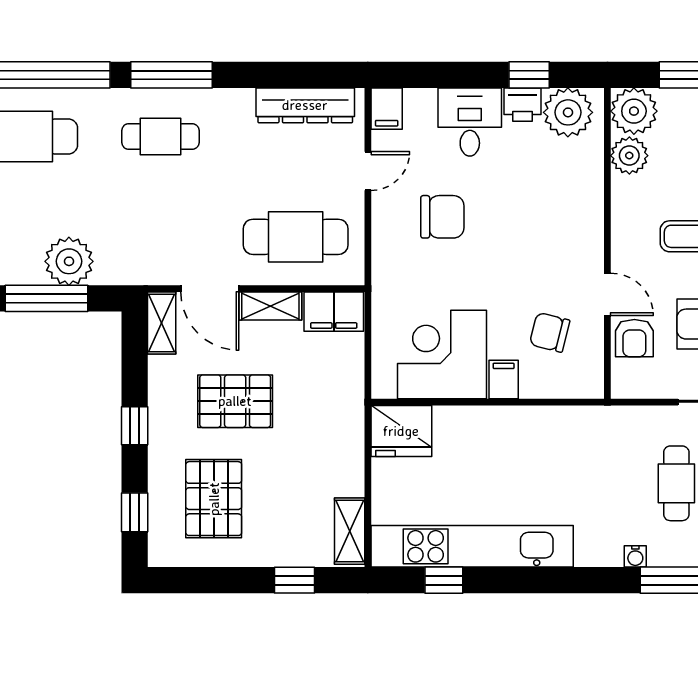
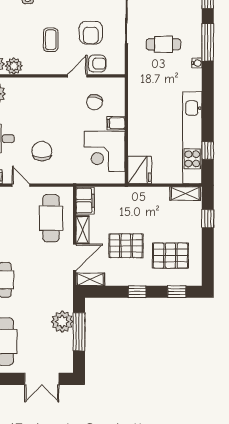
pallet: (235, 401) -> (126, 246), turned 90

